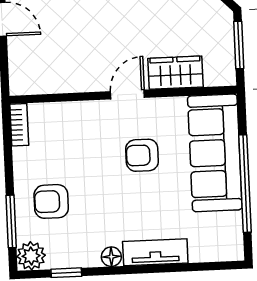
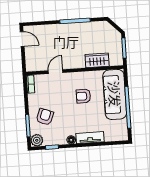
door: (127, 95) -> (55, 72), moved
armchair: (51, 201) -> (45, 117), turned 111

